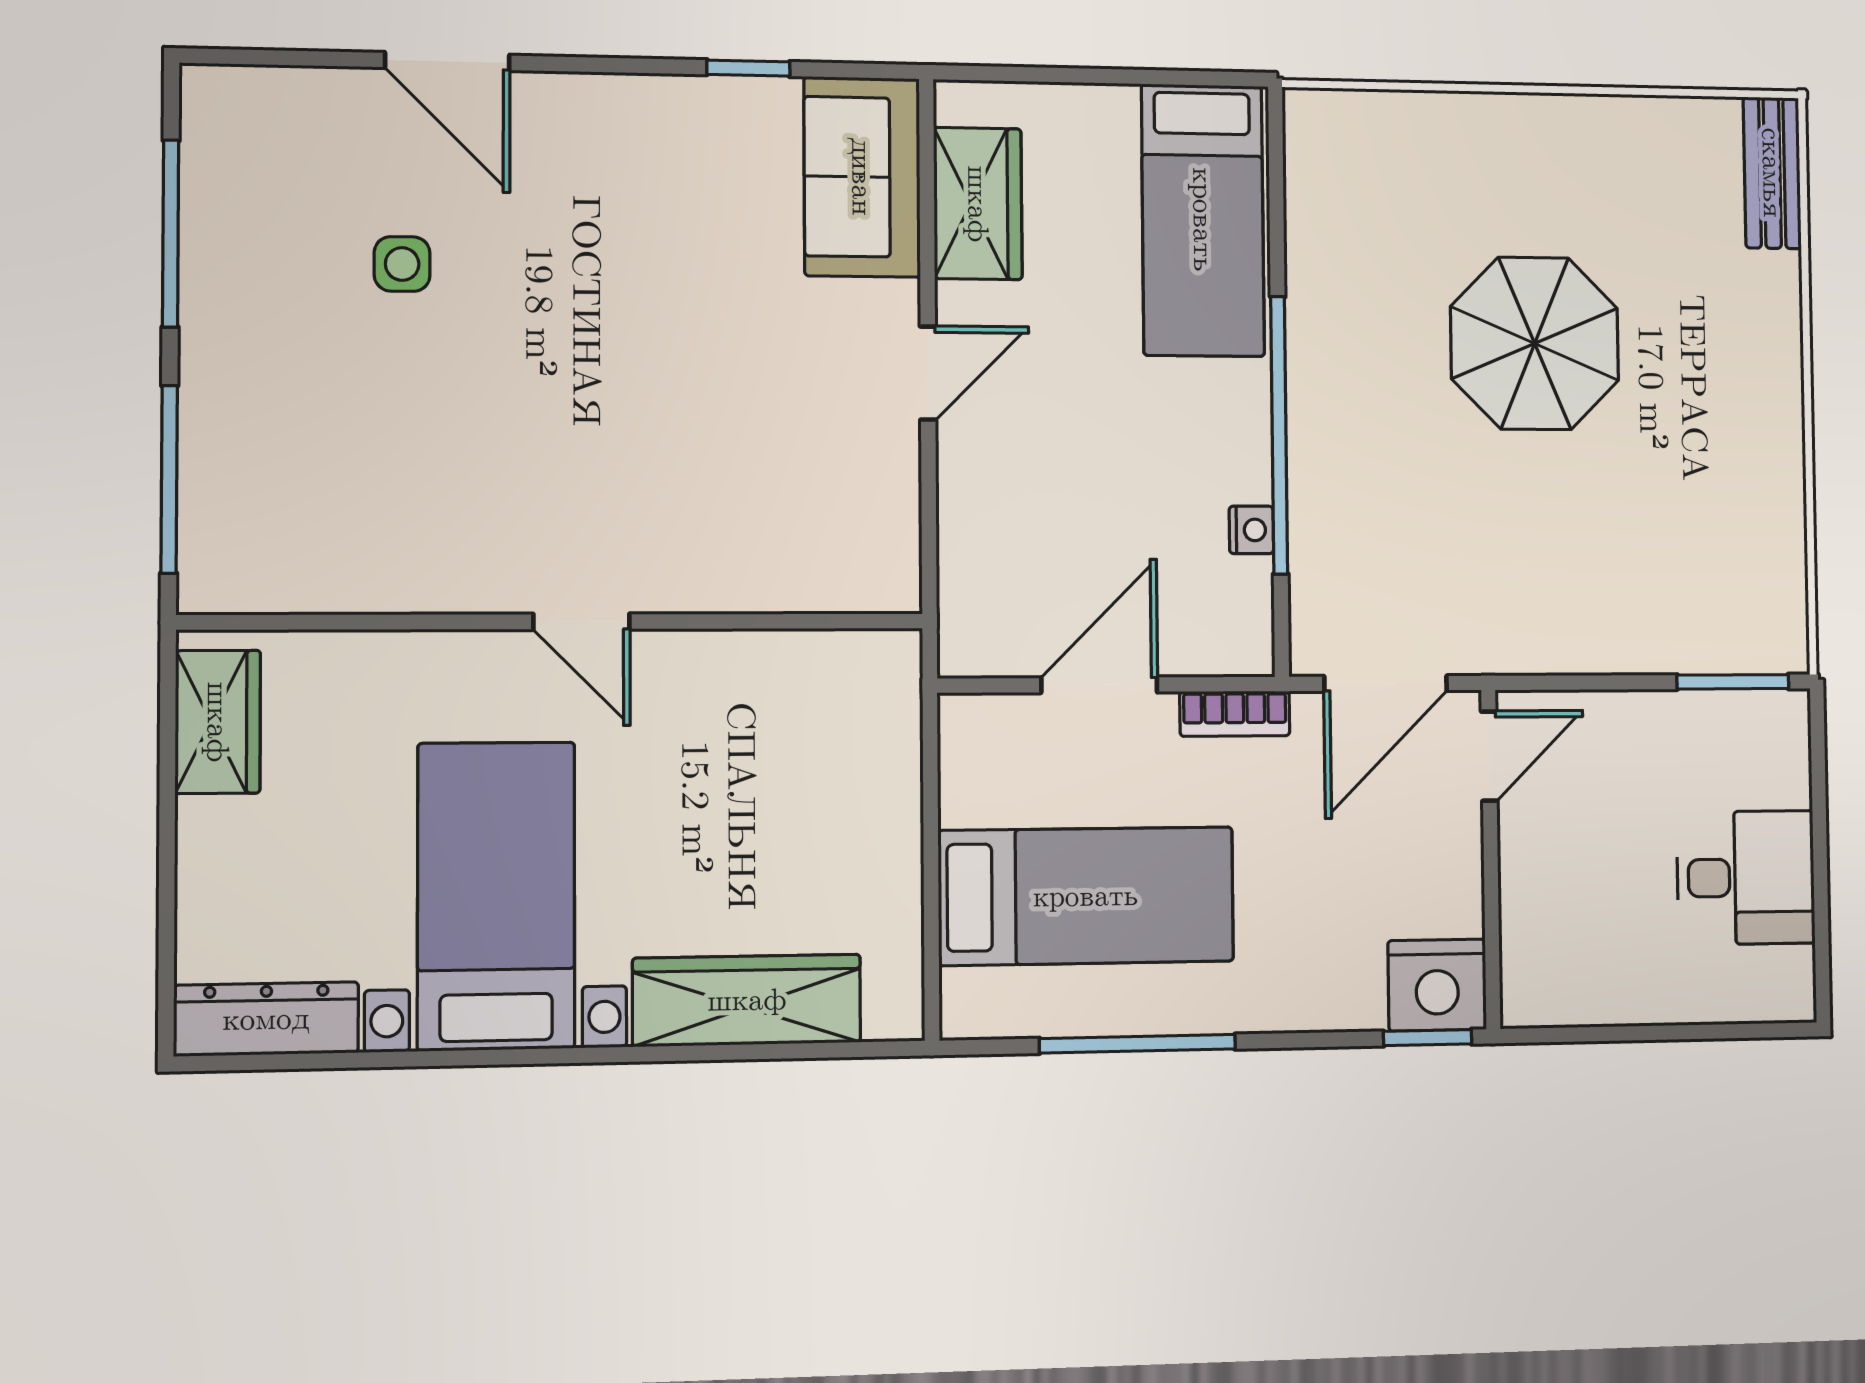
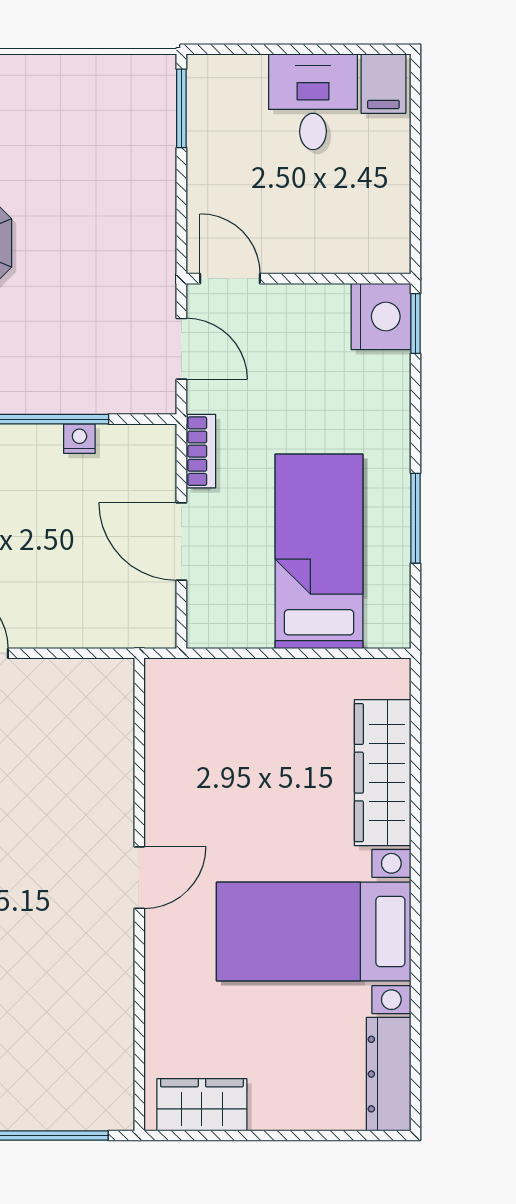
door: (1386, 683) -> (181, 349), width x0.73
filing cabinet: (1774, 982) -> (383, 84), added
window: (1138, 1044) -> (415, 518), width x0.69

